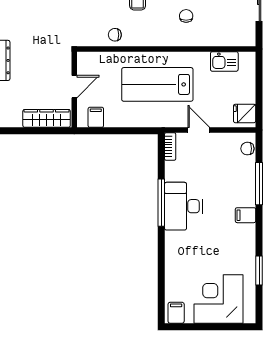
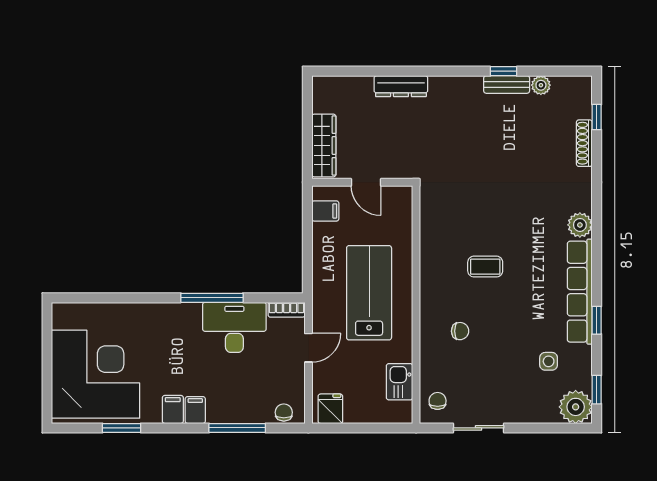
chair: (115, 35) -> (438, 401), moved
desk: (183, 206) -> (234, 327), moved
corner desk: (219, 299) -> (96, 374), width x1.36, depth x1.36
filing cabinet: (176, 313) -> (173, 409), moved, turned -90

